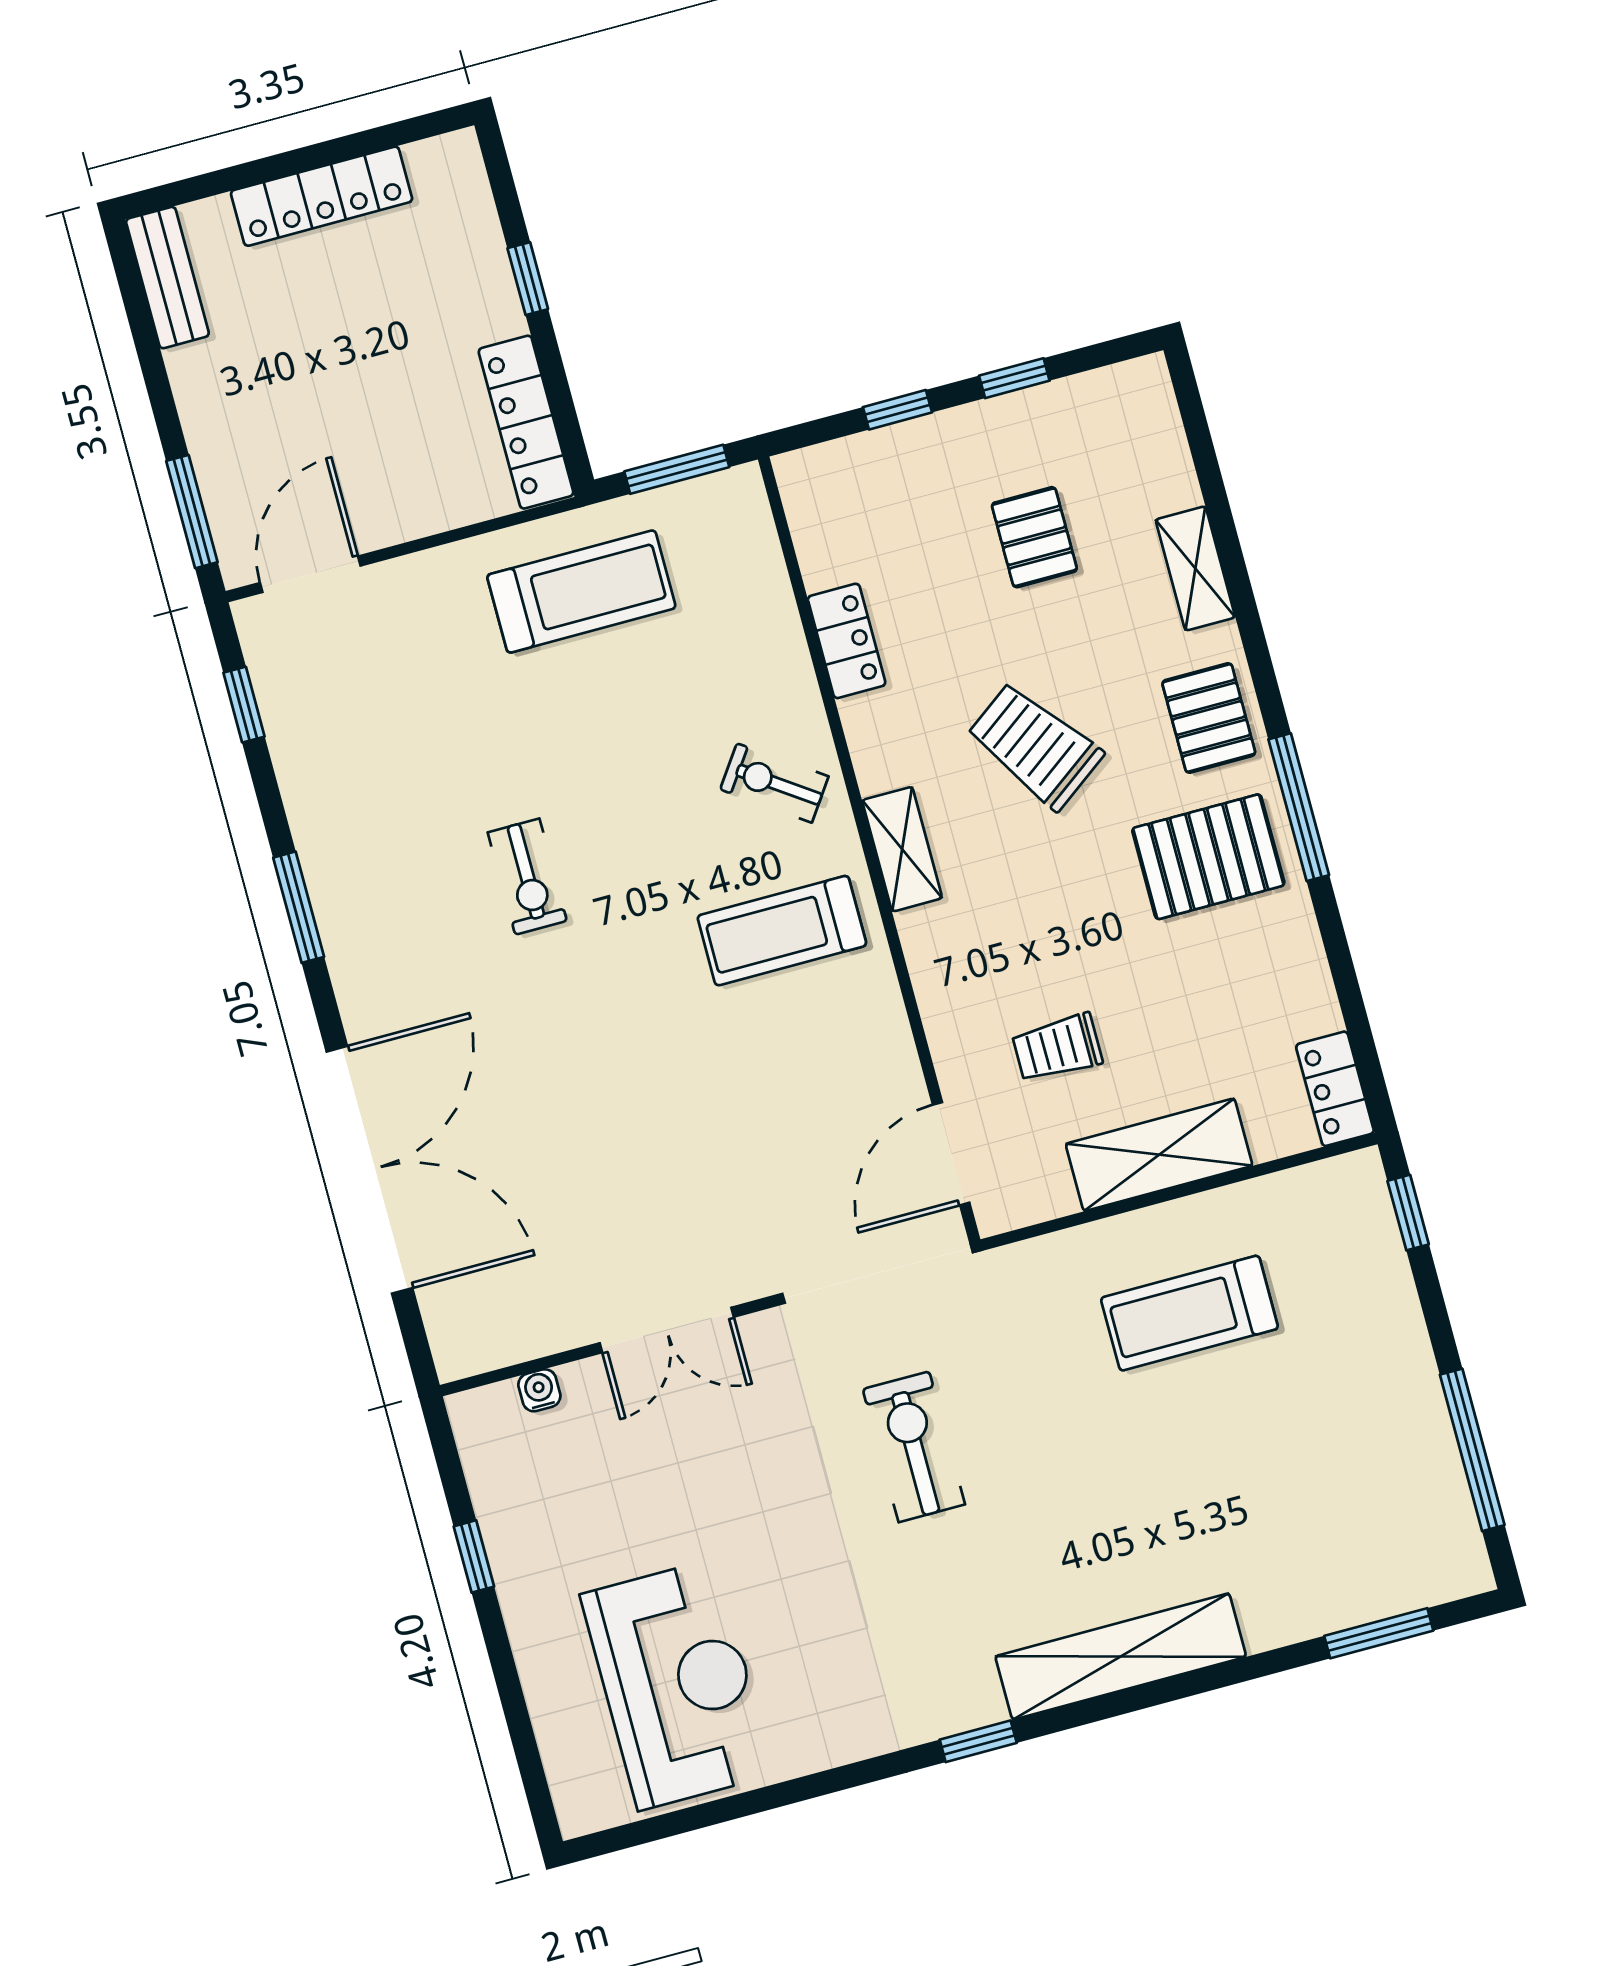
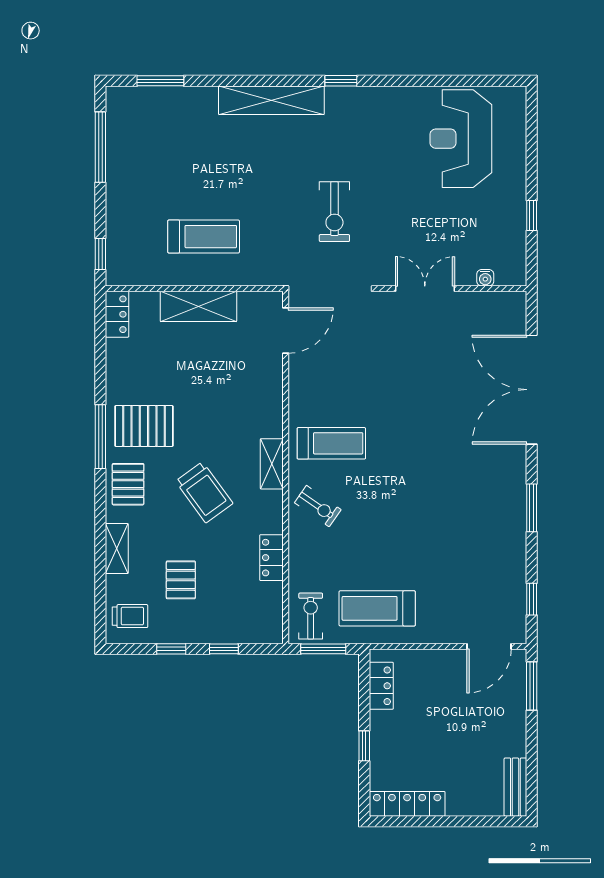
locker: (322, 196) -> (407, 804), moved
locker: (526, 422) -> (381, 686), width x0.66
exercise bike: (527, 877) -> (311, 616), moved
trolley: (1057, 1048) -> (130, 616), moved

